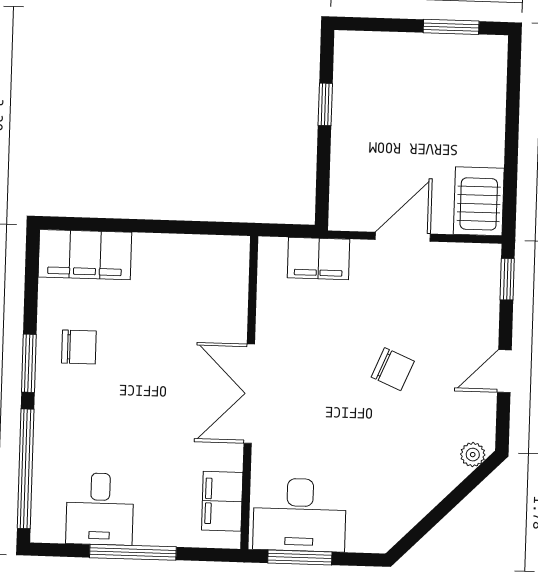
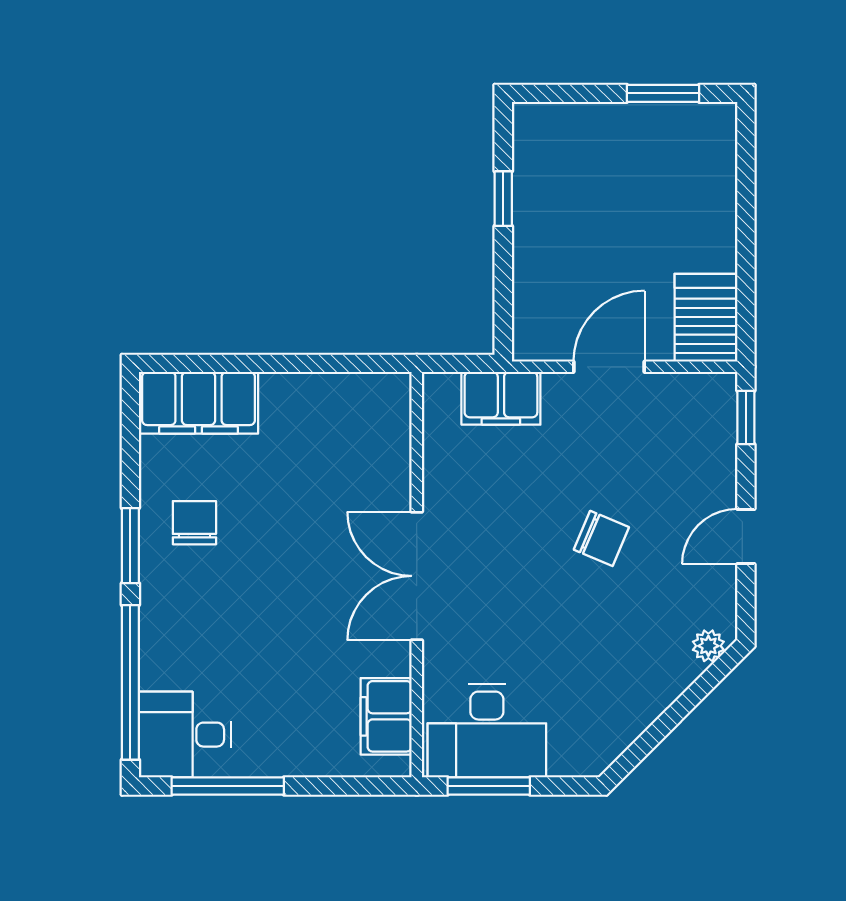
chair: (79, 347) -> (194, 523), turned -90
desk: (100, 509) -> (185, 735), moved, turned 90
window: (133, 552) -> (228, 786), moved

